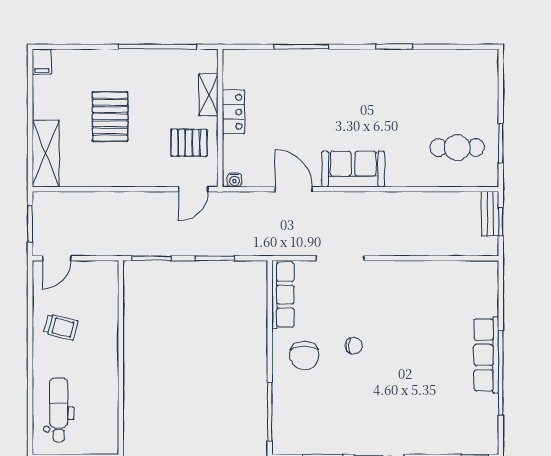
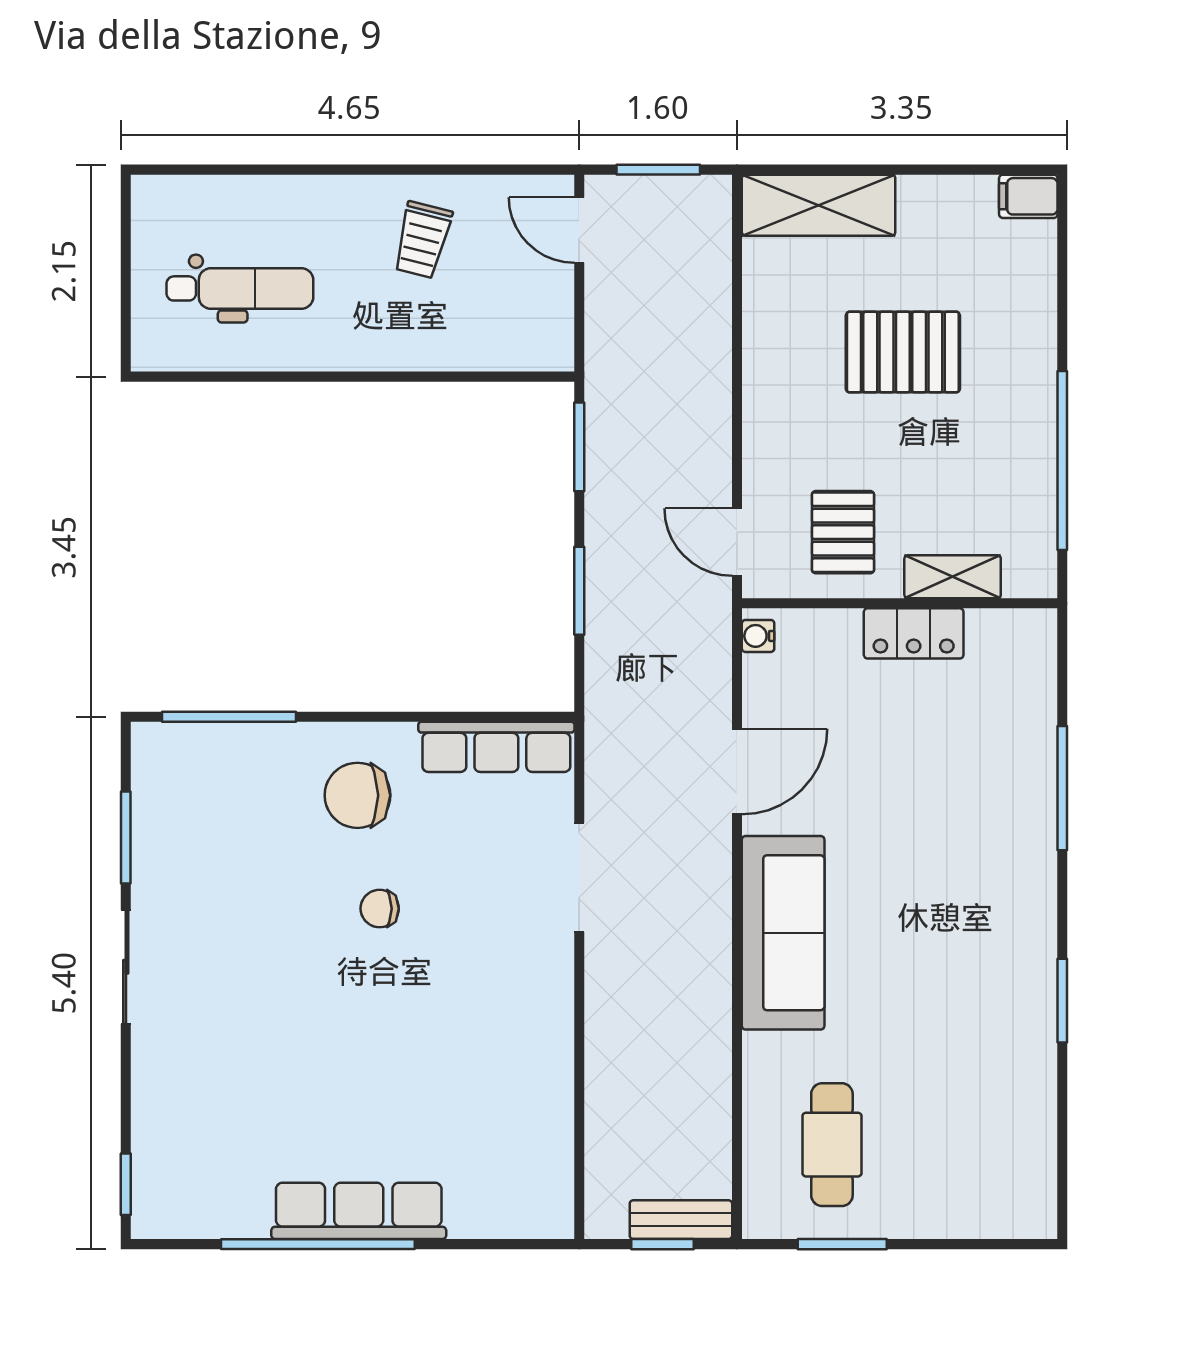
sofa: (353, 169) -> (783, 933), width x1.36
chair: (354, 346) -> (380, 909), turned 90
dental chair: (59, 410) -> (240, 288), moved

